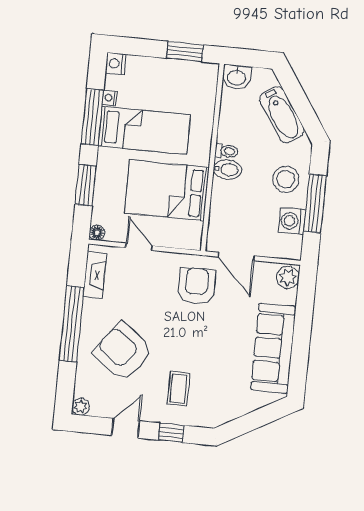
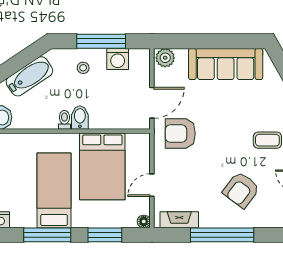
nightstand: (110, 98) -> (30, 222), removed
stool: (286, 179) -> (83, 68), width x0.53, depth x0.53
armchair: (123, 352) -> (241, 190), width x0.73, depth x0.73

